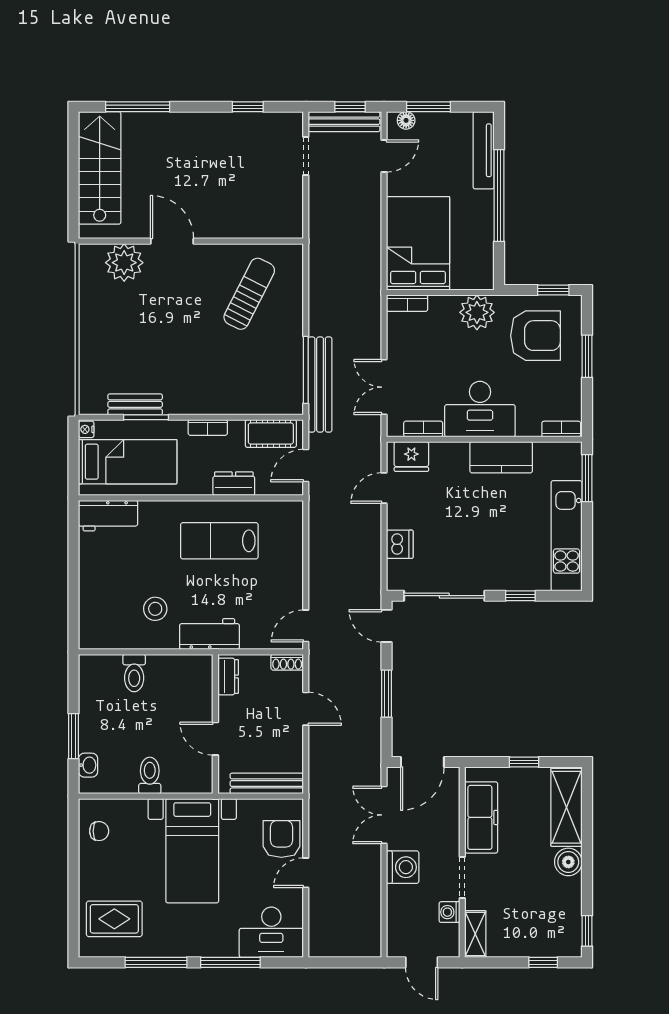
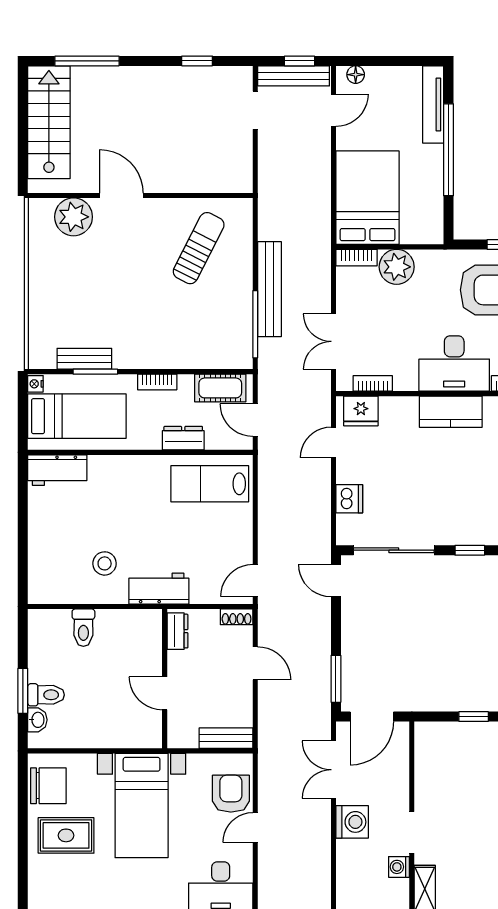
window: (429, 107) -> (378, 61), removed
plant: (477, 312) -> (397, 267), moved
bench: (320, 385) -> (270, 289), moved
desk: (480, 409) -> (454, 363), moved
door: (306, 466) -> (255, 420), hinge flipped
lab bench: (219, 541) -> (210, 484), moved
window: (386, 694) -> (336, 679), moved
toilet: (150, 775) -> (46, 695), moved, turned 90
bench: (267, 783) -> (226, 738), width x0.73
freezer: (481, 817) -> (431, 772), removed
chair: (99, 831) -> (48, 786), width x1.87, depth x1.87
rug: (114, 919) -> (66, 835), moved

